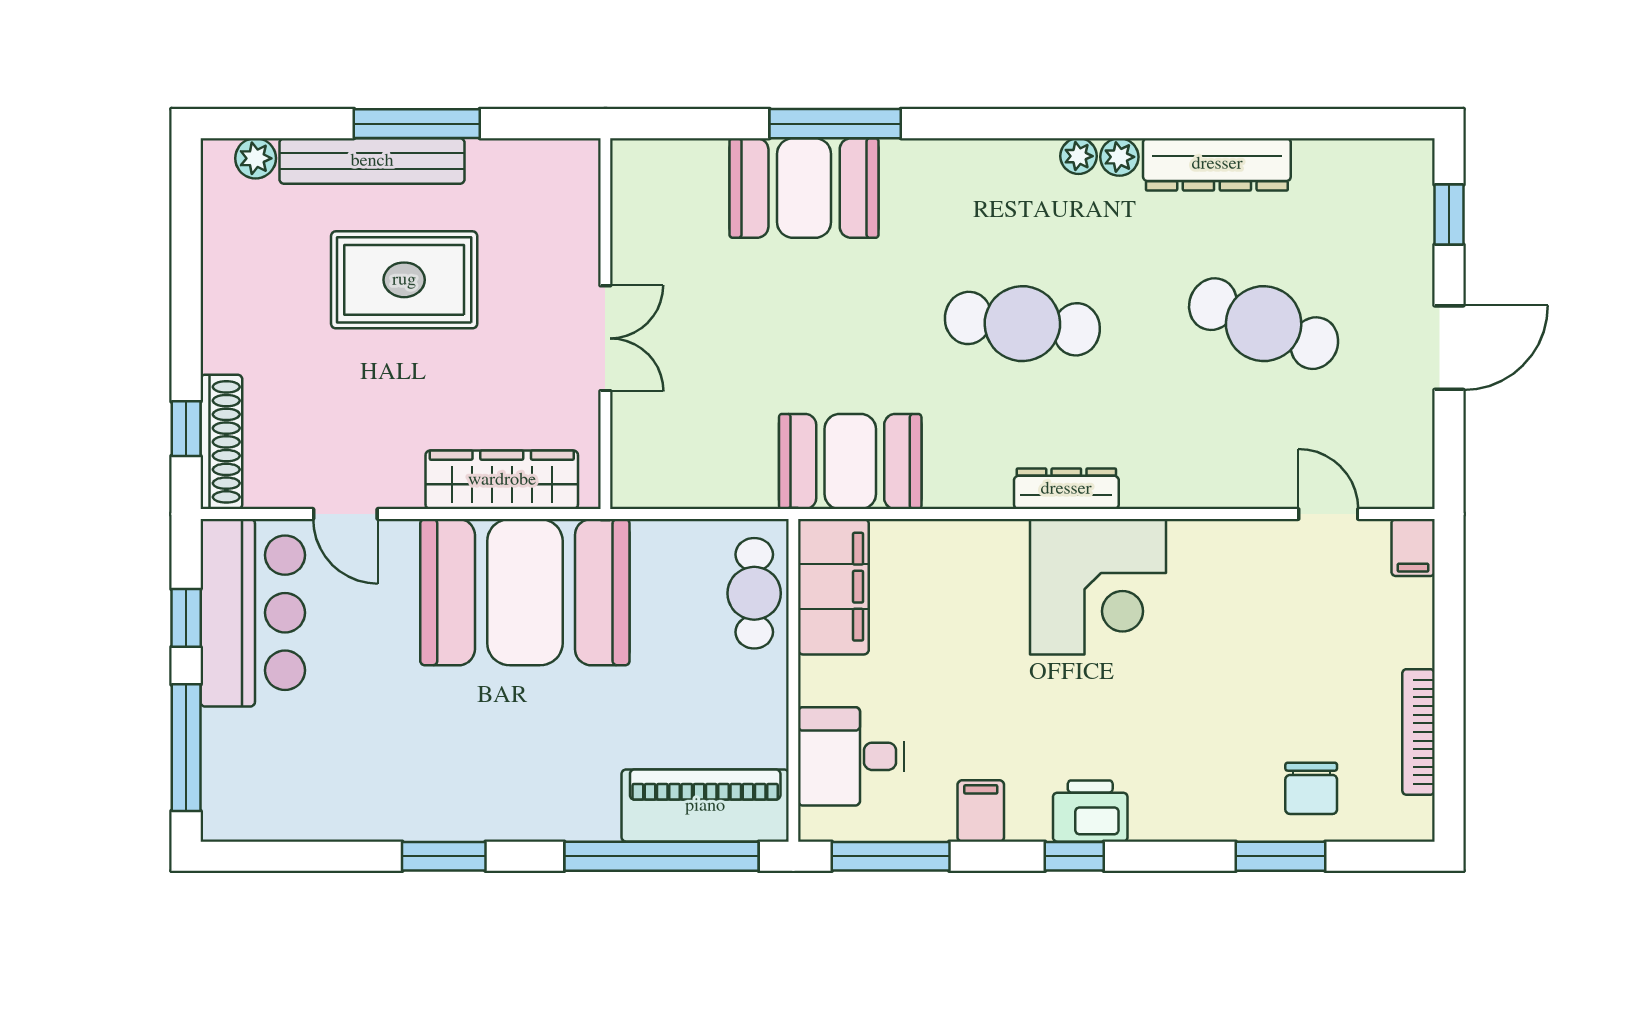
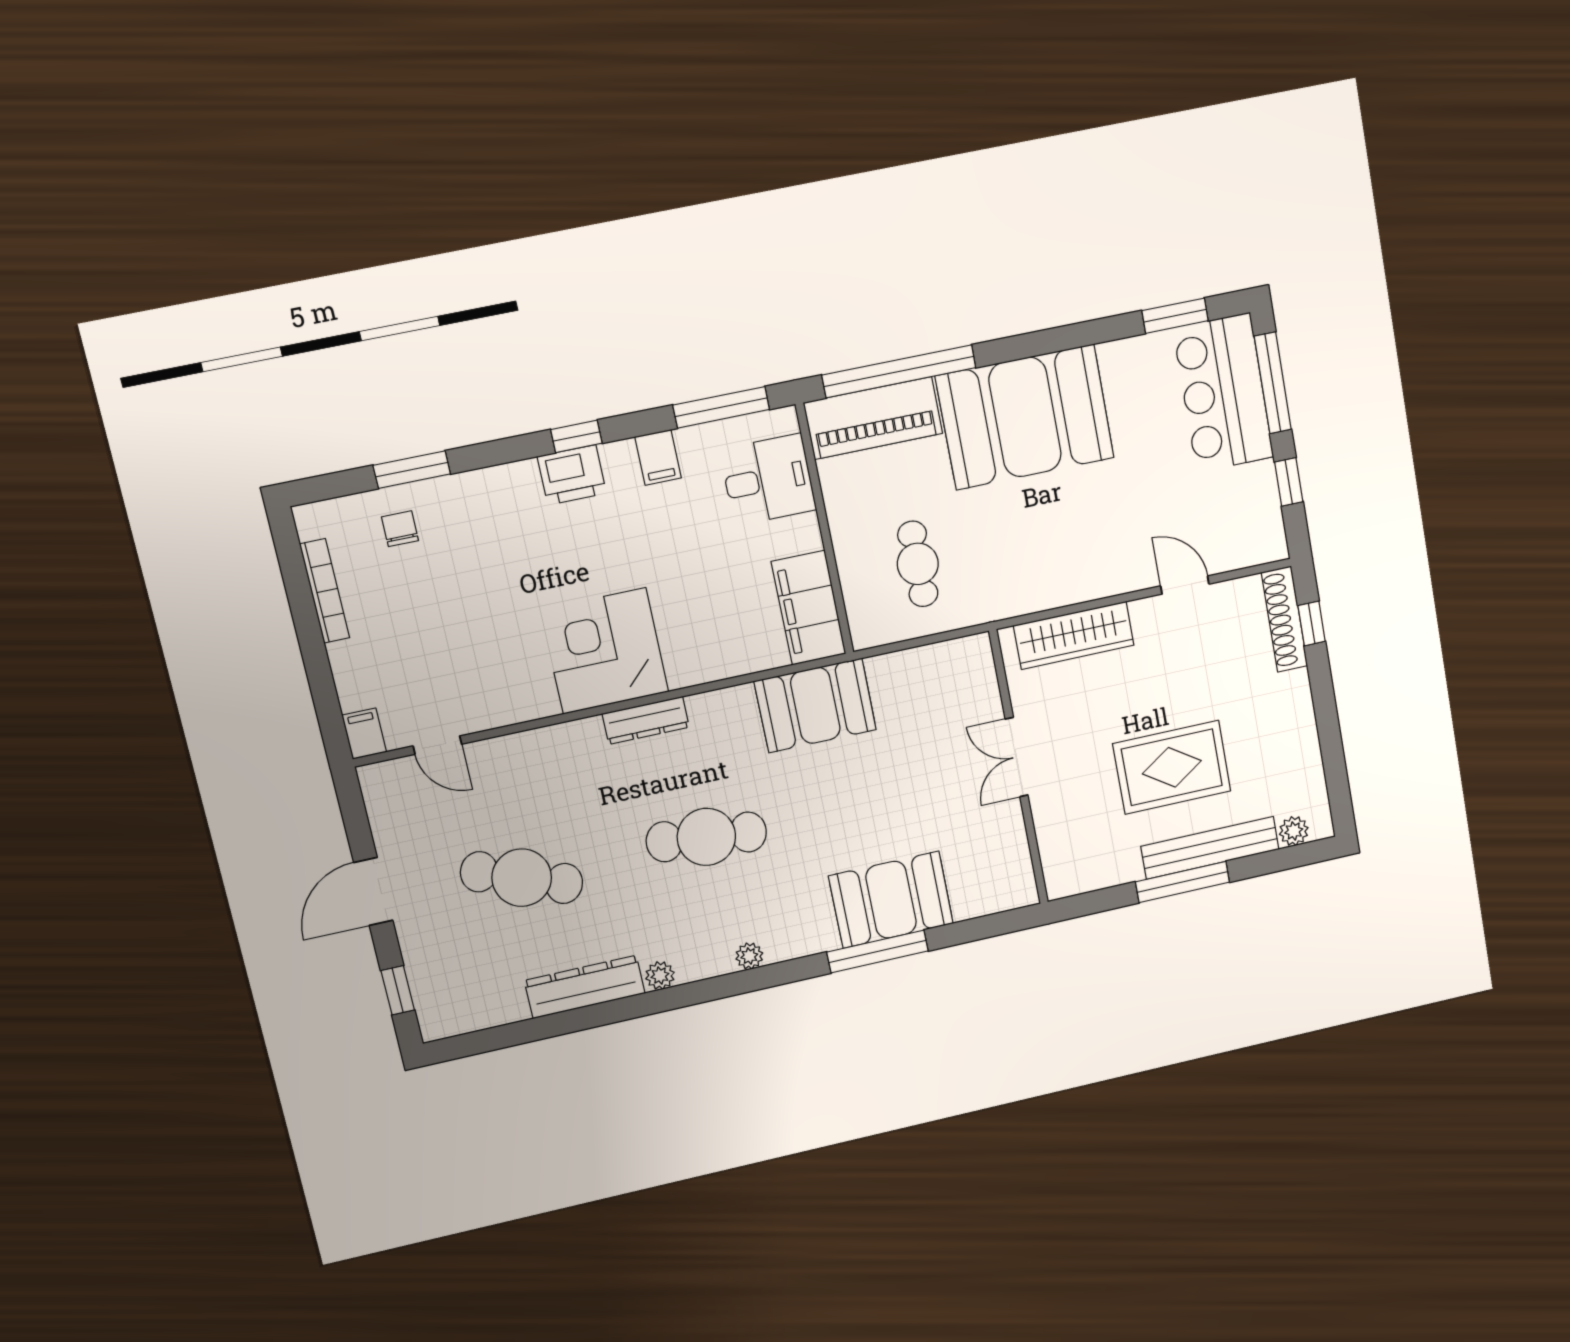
plant: (1078, 156) -> (749, 956), moved
booth: (525, 592) -> (1025, 417), moved
cafe table: (754, 593) -> (918, 564), moved
bar counter: (253, 613) -> (1223, 393), moved
chair: (1311, 788) -> (400, 529), width x0.73, depth x0.73
window: (444, 856) -> (1175, 316), moved

